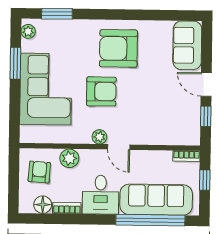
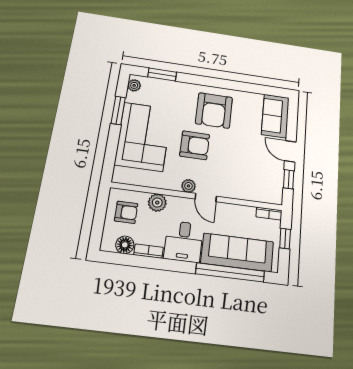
armchair: (118, 48) -> (214, 110), turned -90
armchair: (39, 172) -> (126, 212), turned 86

